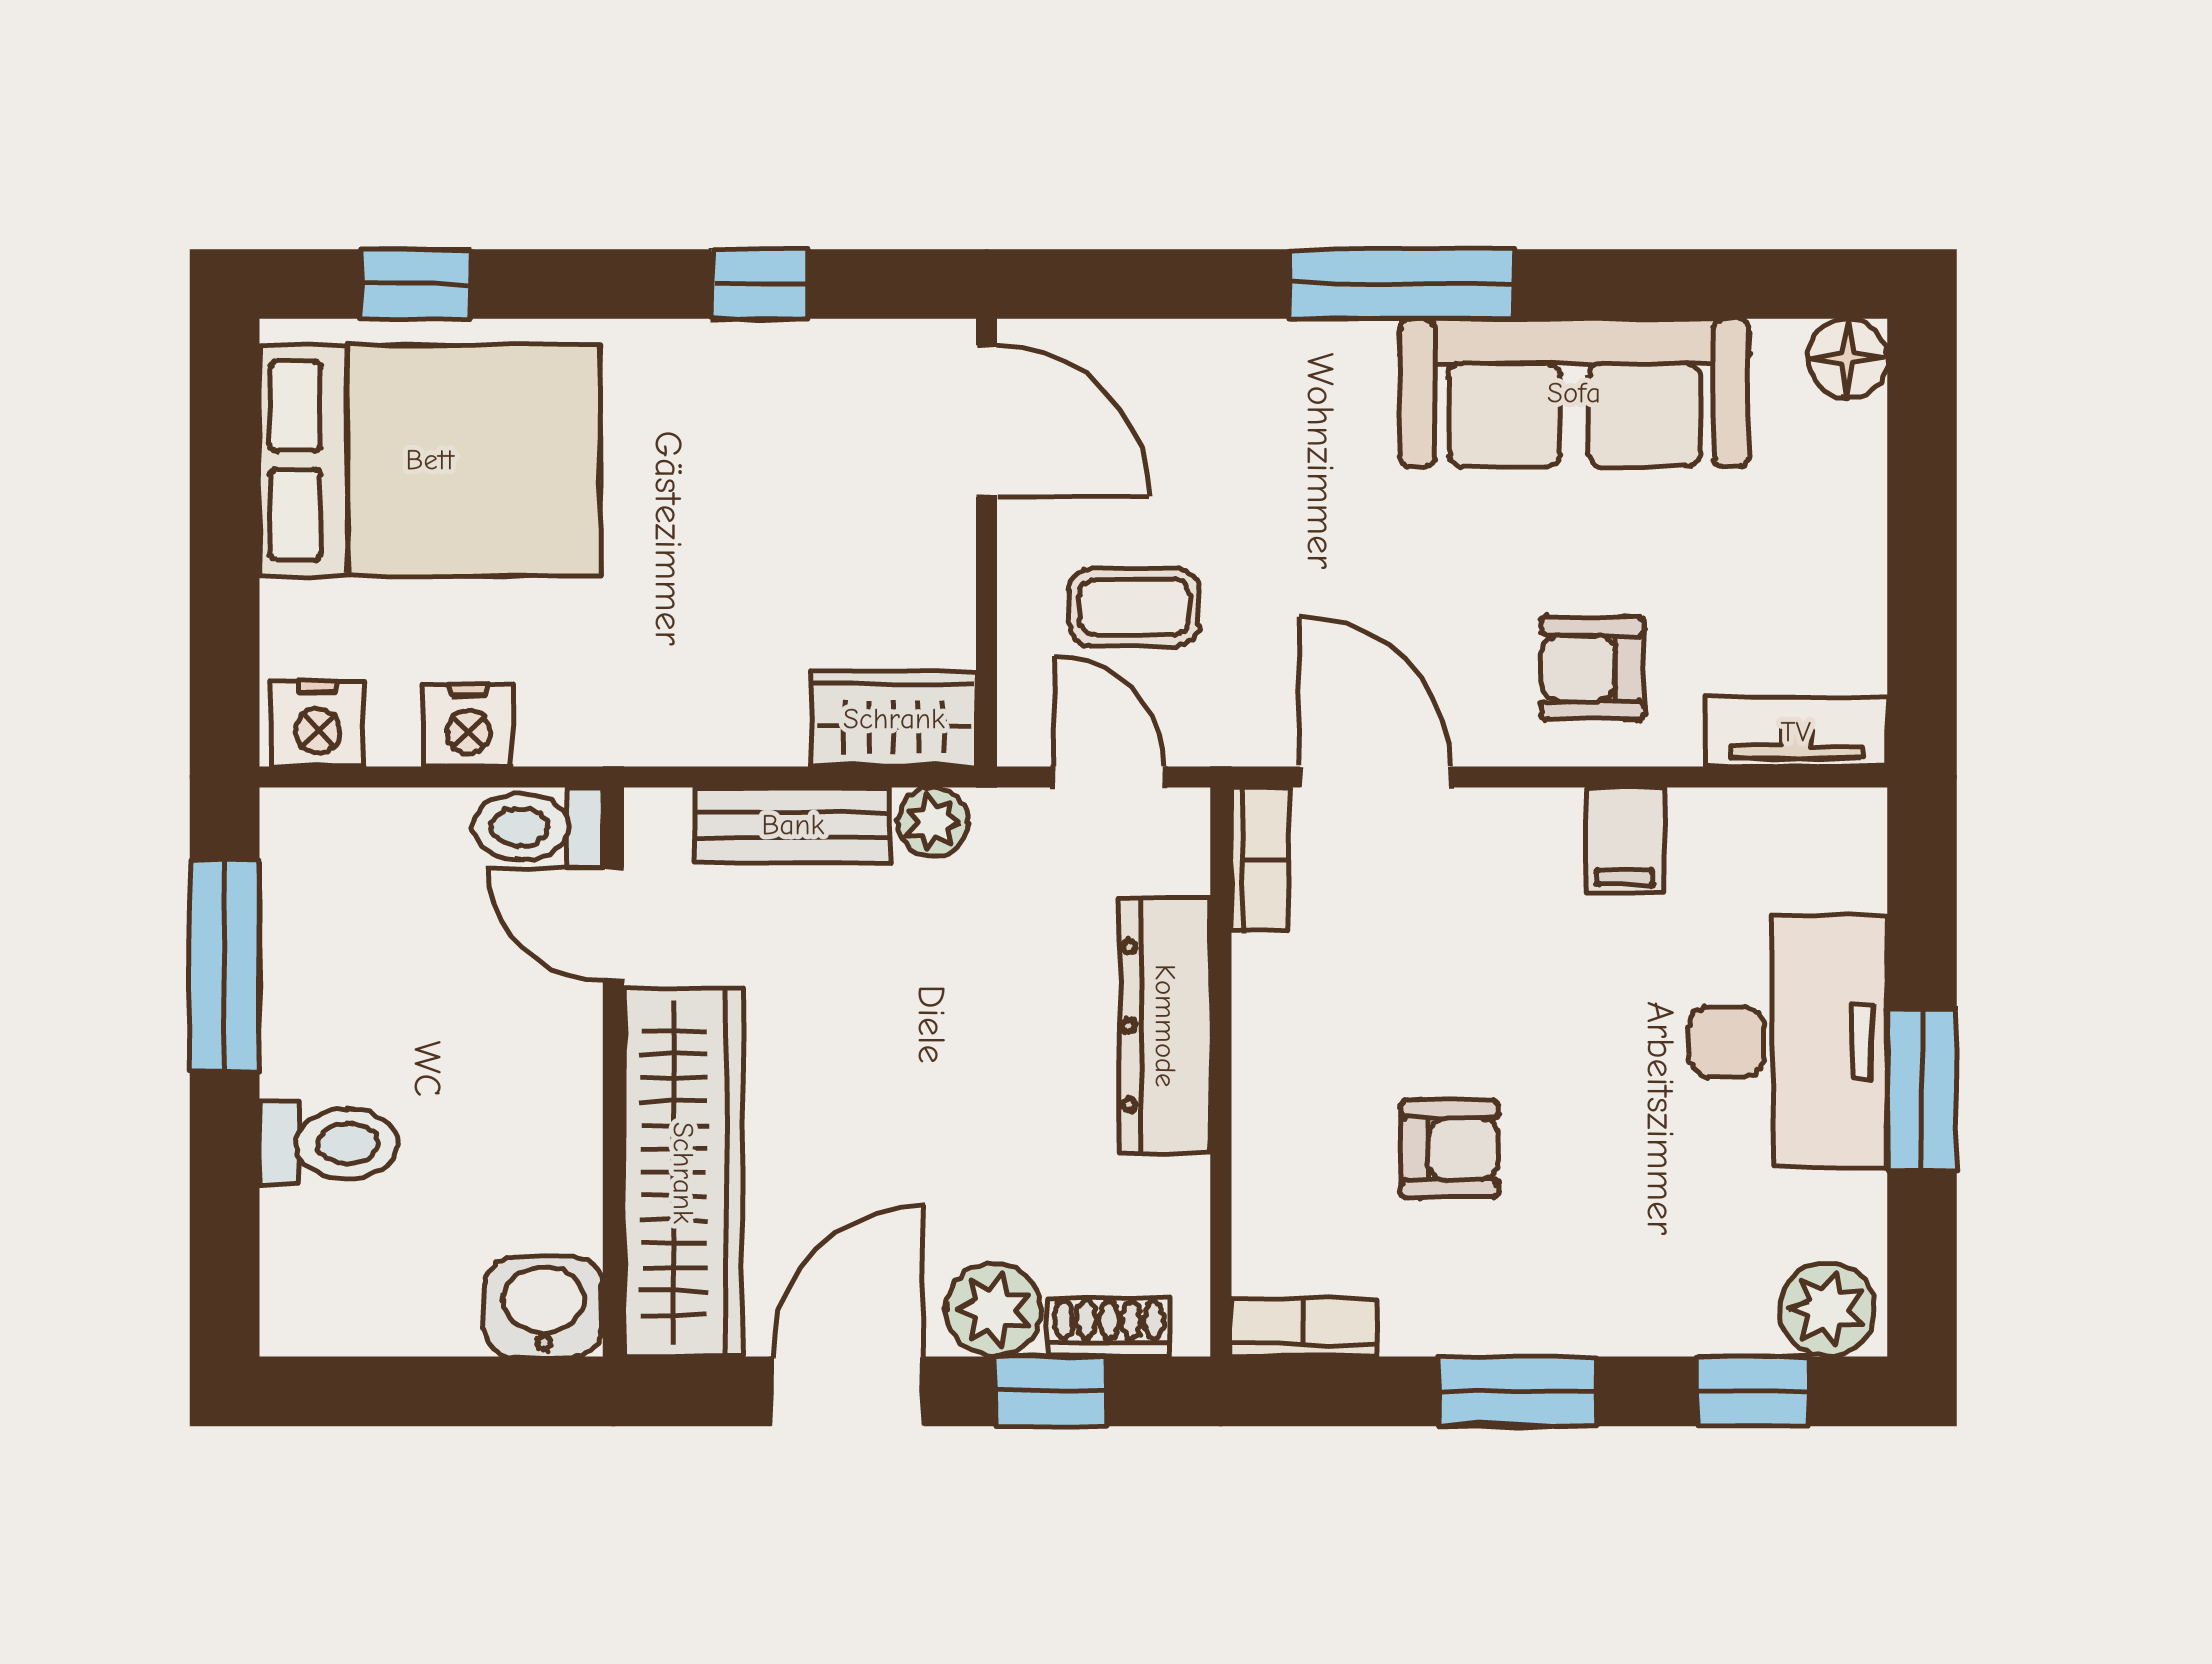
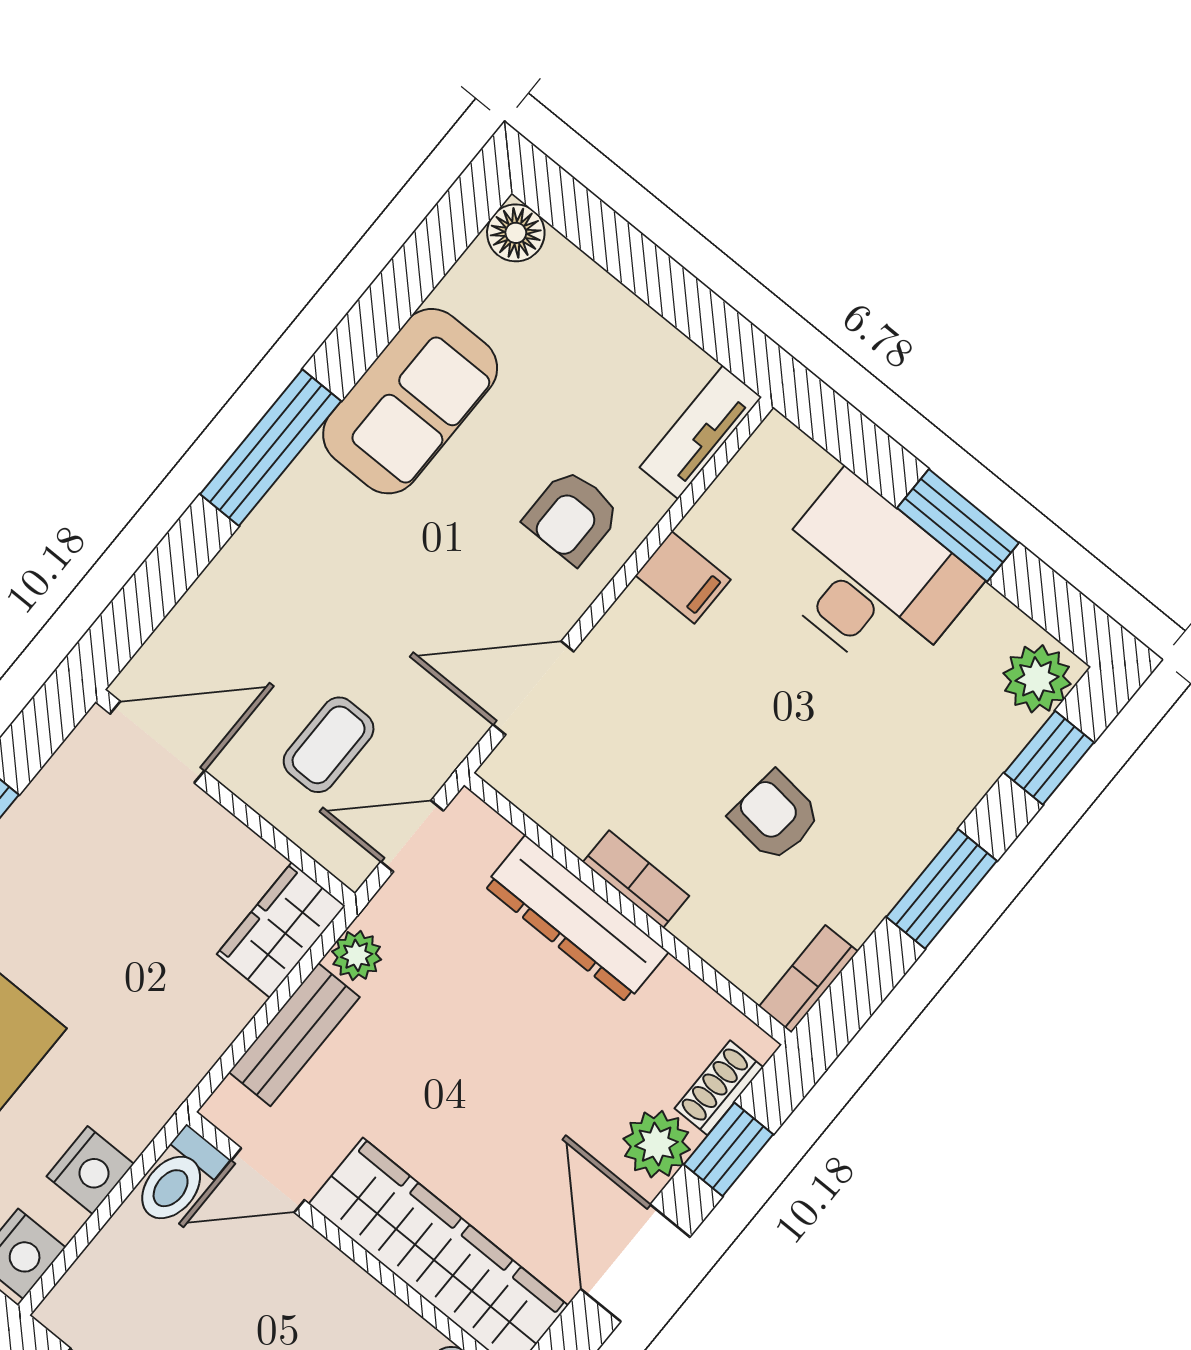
sofa: (1574, 393) -> (410, 401), width x0.73
bookcase: (1260, 859) -> (636, 879), moved
armchair: (1449, 1149) -> (775, 816), turned -84

